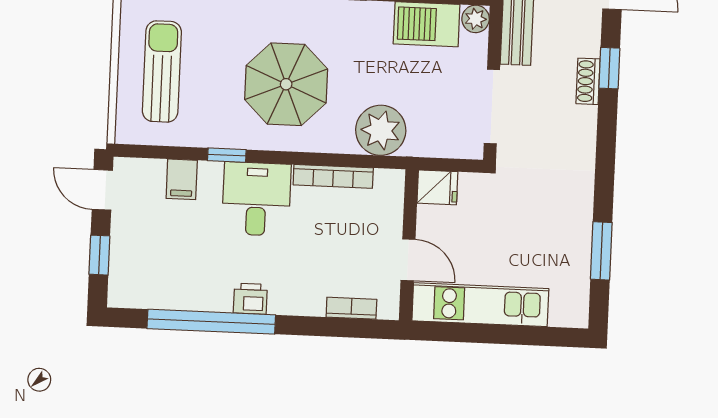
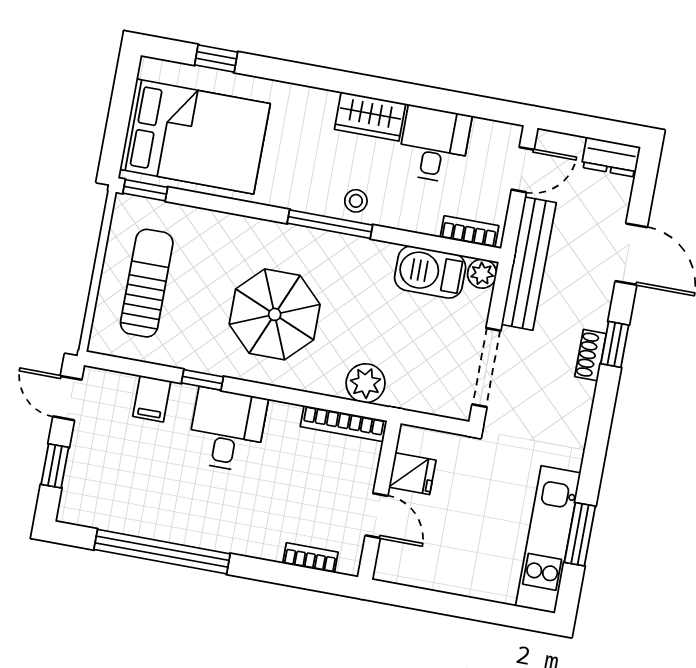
plant: (381, 130) -> (366, 383), width x0.73, depth x0.73
bookcase: (333, 176) -> (343, 424), moved
fridge: (437, 187) -> (412, 474), moved
printer: (250, 299) -> (206, 533), removed
kitchen unit: (480, 305) -> (548, 540), moved, turned -90

